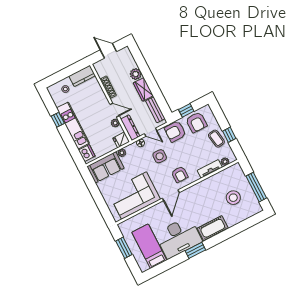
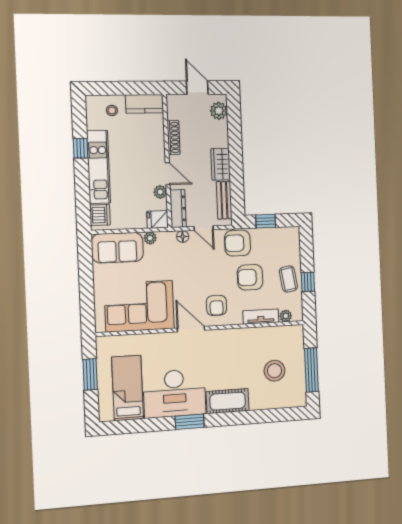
plant: (136, 74) -> (219, 111), moved
armchair: (196, 122) -> (250, 277), moved, turned 90
side table: (160, 156) -> (201, 267), removed
door: (171, 195) -> (191, 329), swing flipped

